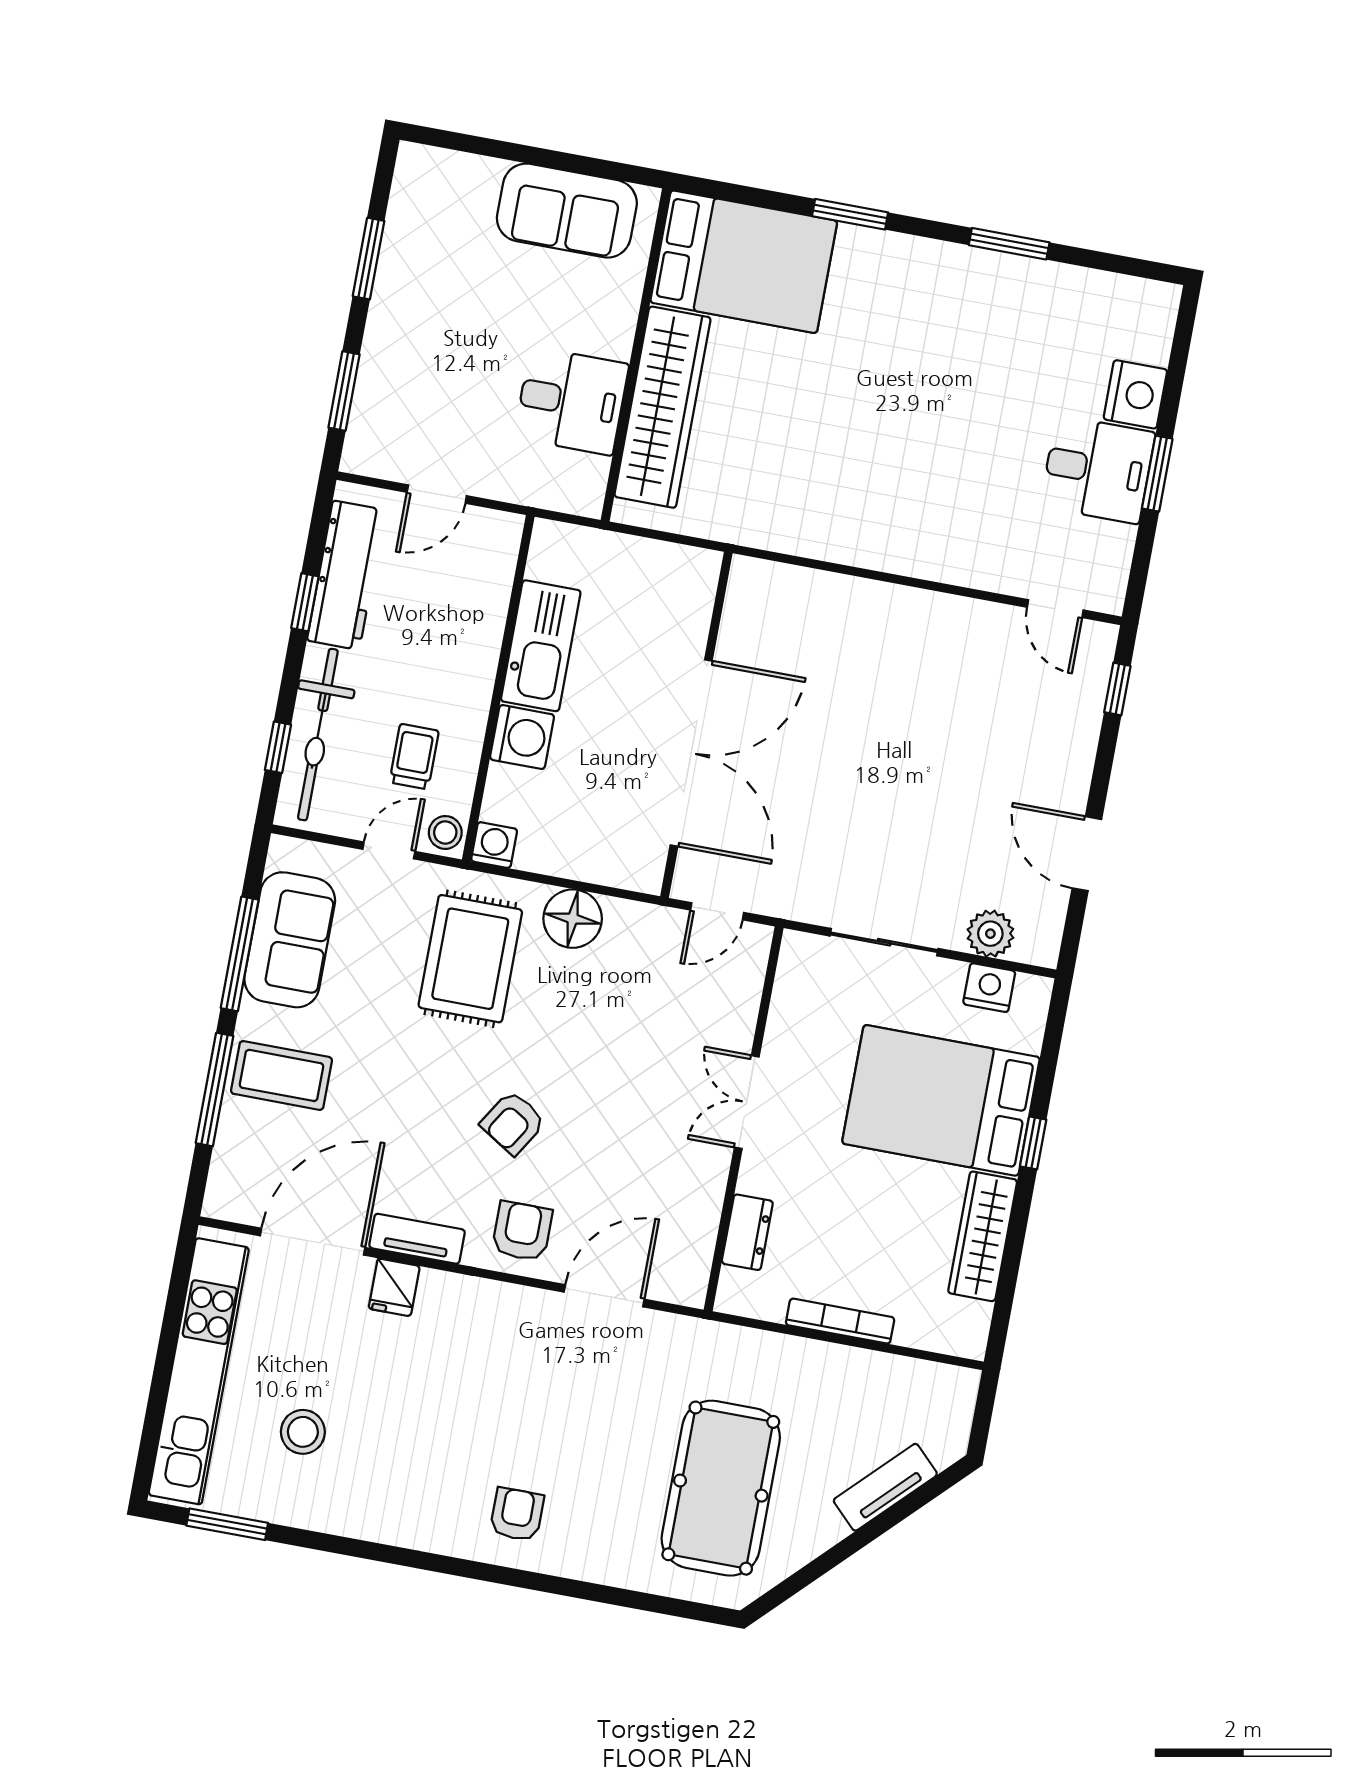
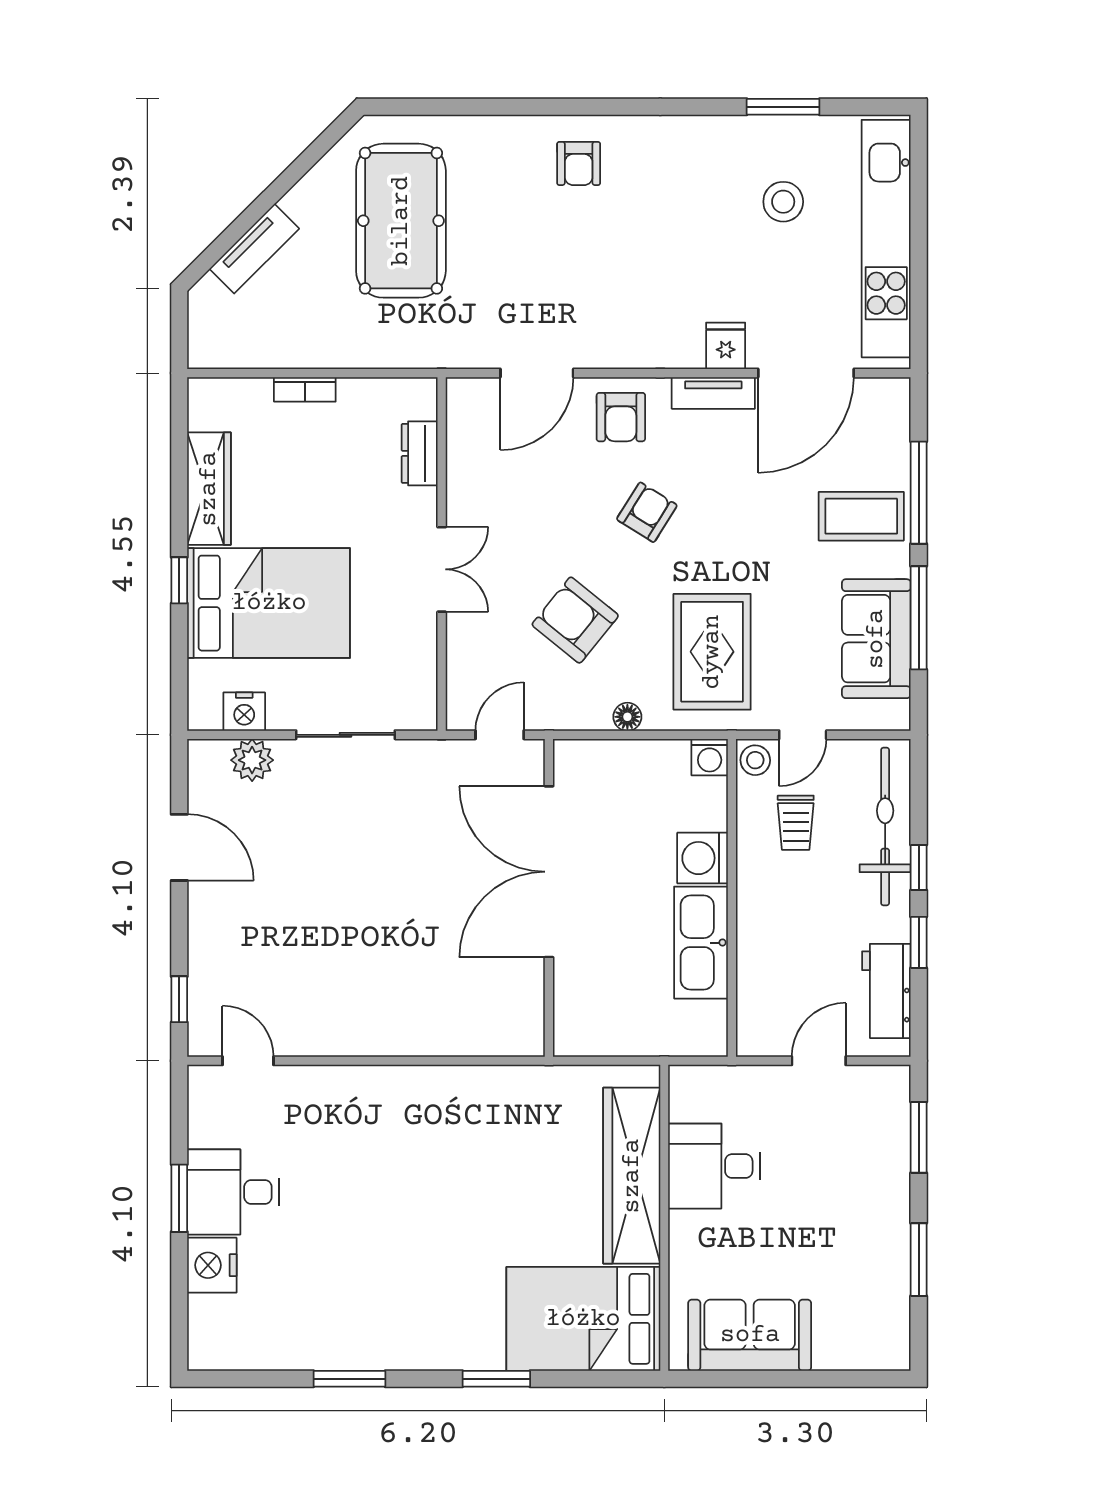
workbench: (346, 575) -> (886, 991), width x0.73
window: (278, 747) -> (919, 867), moved
floor lamp: (573, 919) -> (627, 717), width x0.53, depth x0.53
armchair: (612, 1020) -> (575, 620), added
bookcase: (840, 1321) -> (305, 389), width x0.64
window: (227, 1524) -> (783, 107), moved

